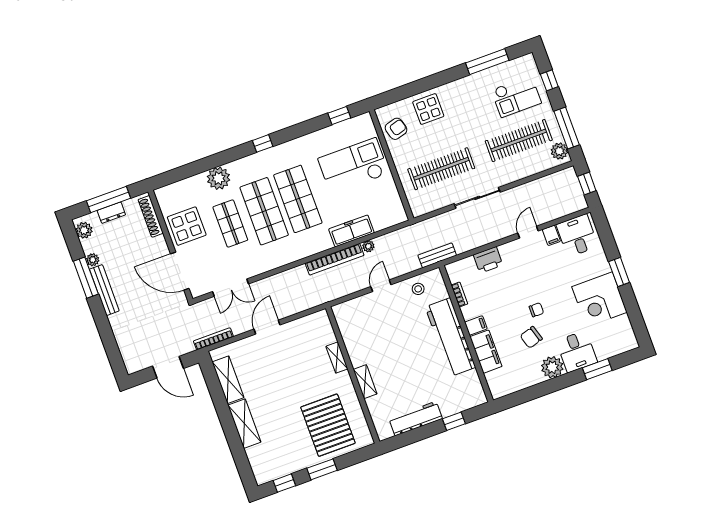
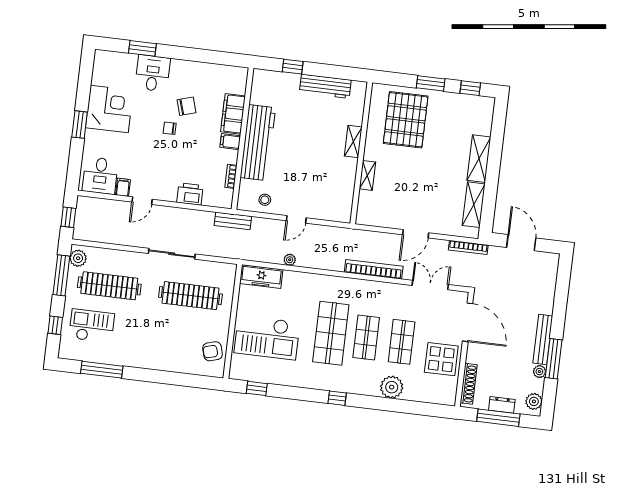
display table: (428, 109) -> (175, 354), removed
shop shelf: (264, 211) -> (366, 338), width x0.70, depth x0.74
freezer: (351, 231) -> (261, 277), moved
bookcase: (335, 259) -> (374, 269), moved
plant: (552, 367) -> (181, 70), removed

